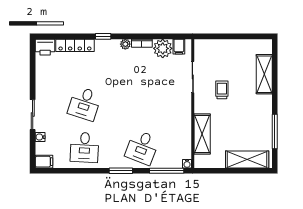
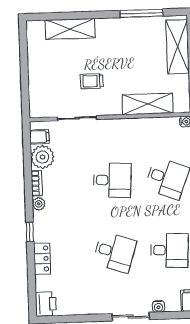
locker: (75, 45) -> (42, 259), width x0.66
desk: (142, 104) -> (112, 180), added

